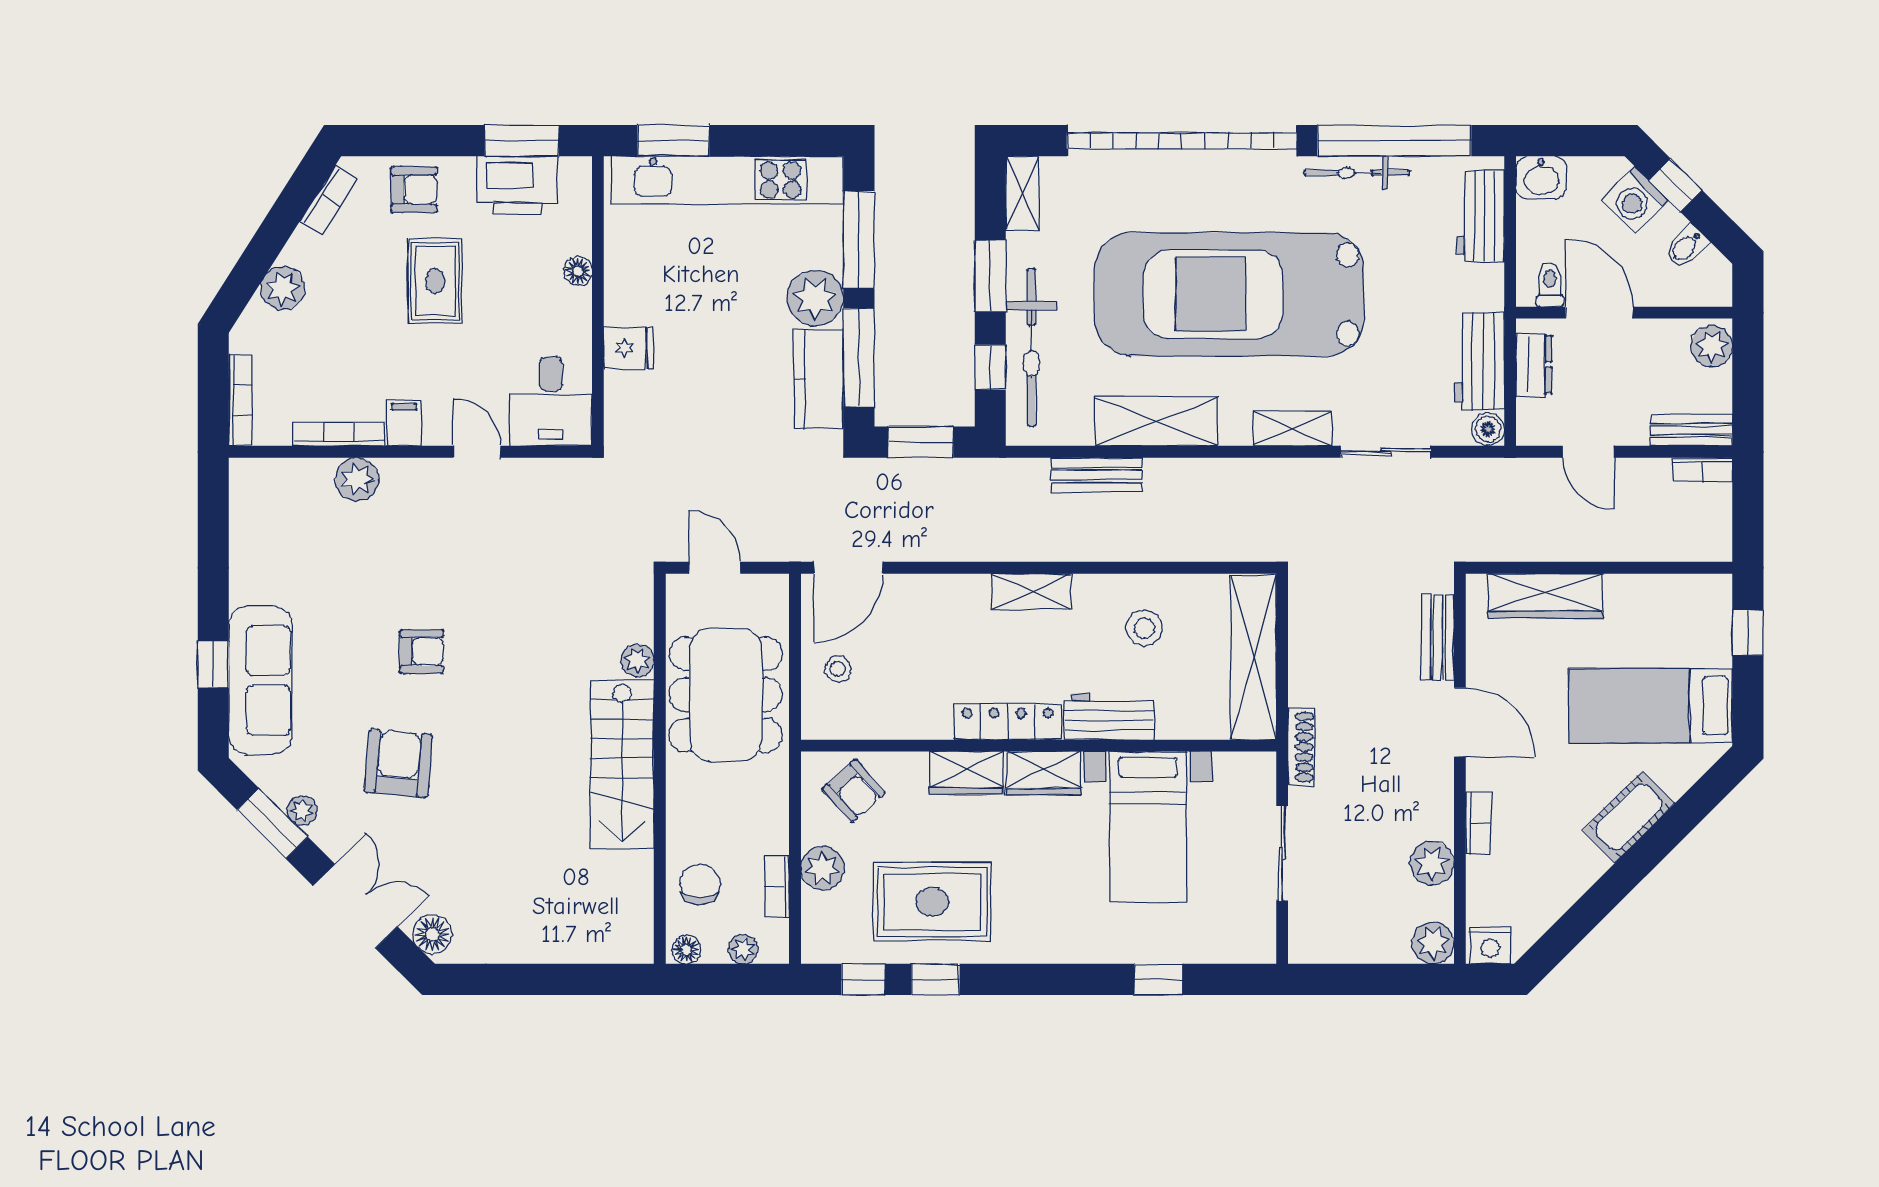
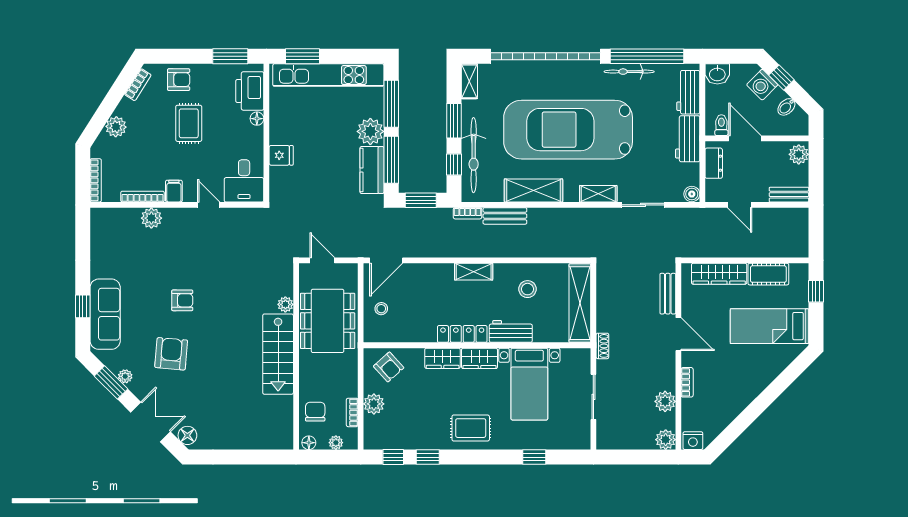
printer: (517, 185) -> (250, 91), moved, turned 90
workbench: (1479, 361) -> (688, 139), moved
bookcase: (1703, 469) -> (468, 213), moved
shoe rack: (1301, 747) -> (602, 346), width x0.70
cot: (1629, 817) -> (768, 274), moved, turned 45
rug: (932, 902) -> (471, 428), moved, width x0.73, depth x0.70

